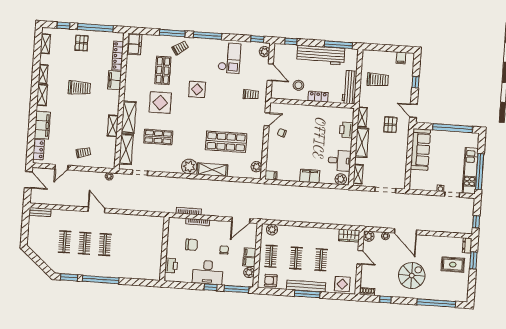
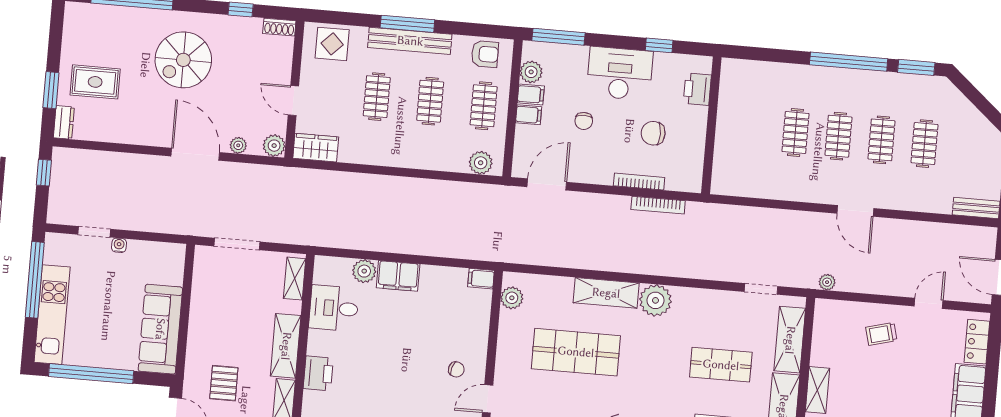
kitchen unit: (470, 171) -> (52, 315), moved
plant: (341, 179) -> (364, 271), moved
clothes rail: (125, 246) -> (795, 132), added
window: (211, 287) -> (659, 45), moved

